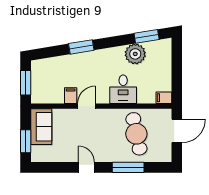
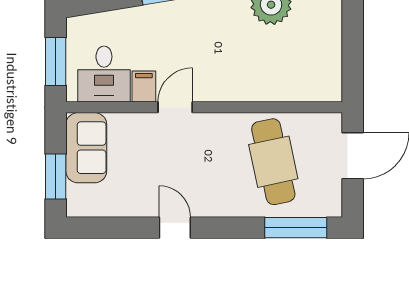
desk: (123, 89) -> (104, 74), moved
filing cabinet: (164, 98) -> (327, 91), removed
window: (128, 167) -> (296, 228), moved

